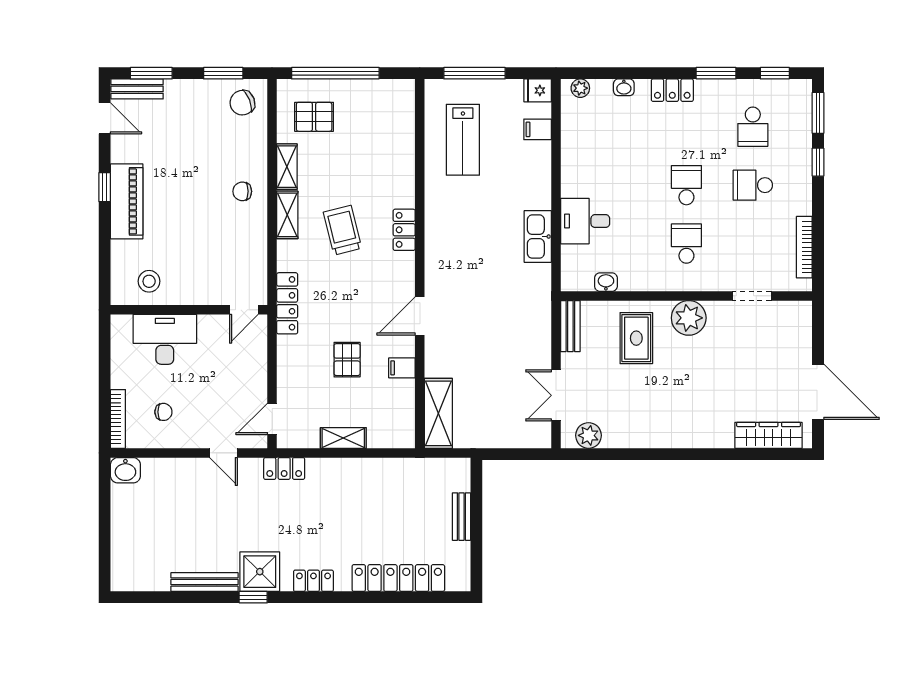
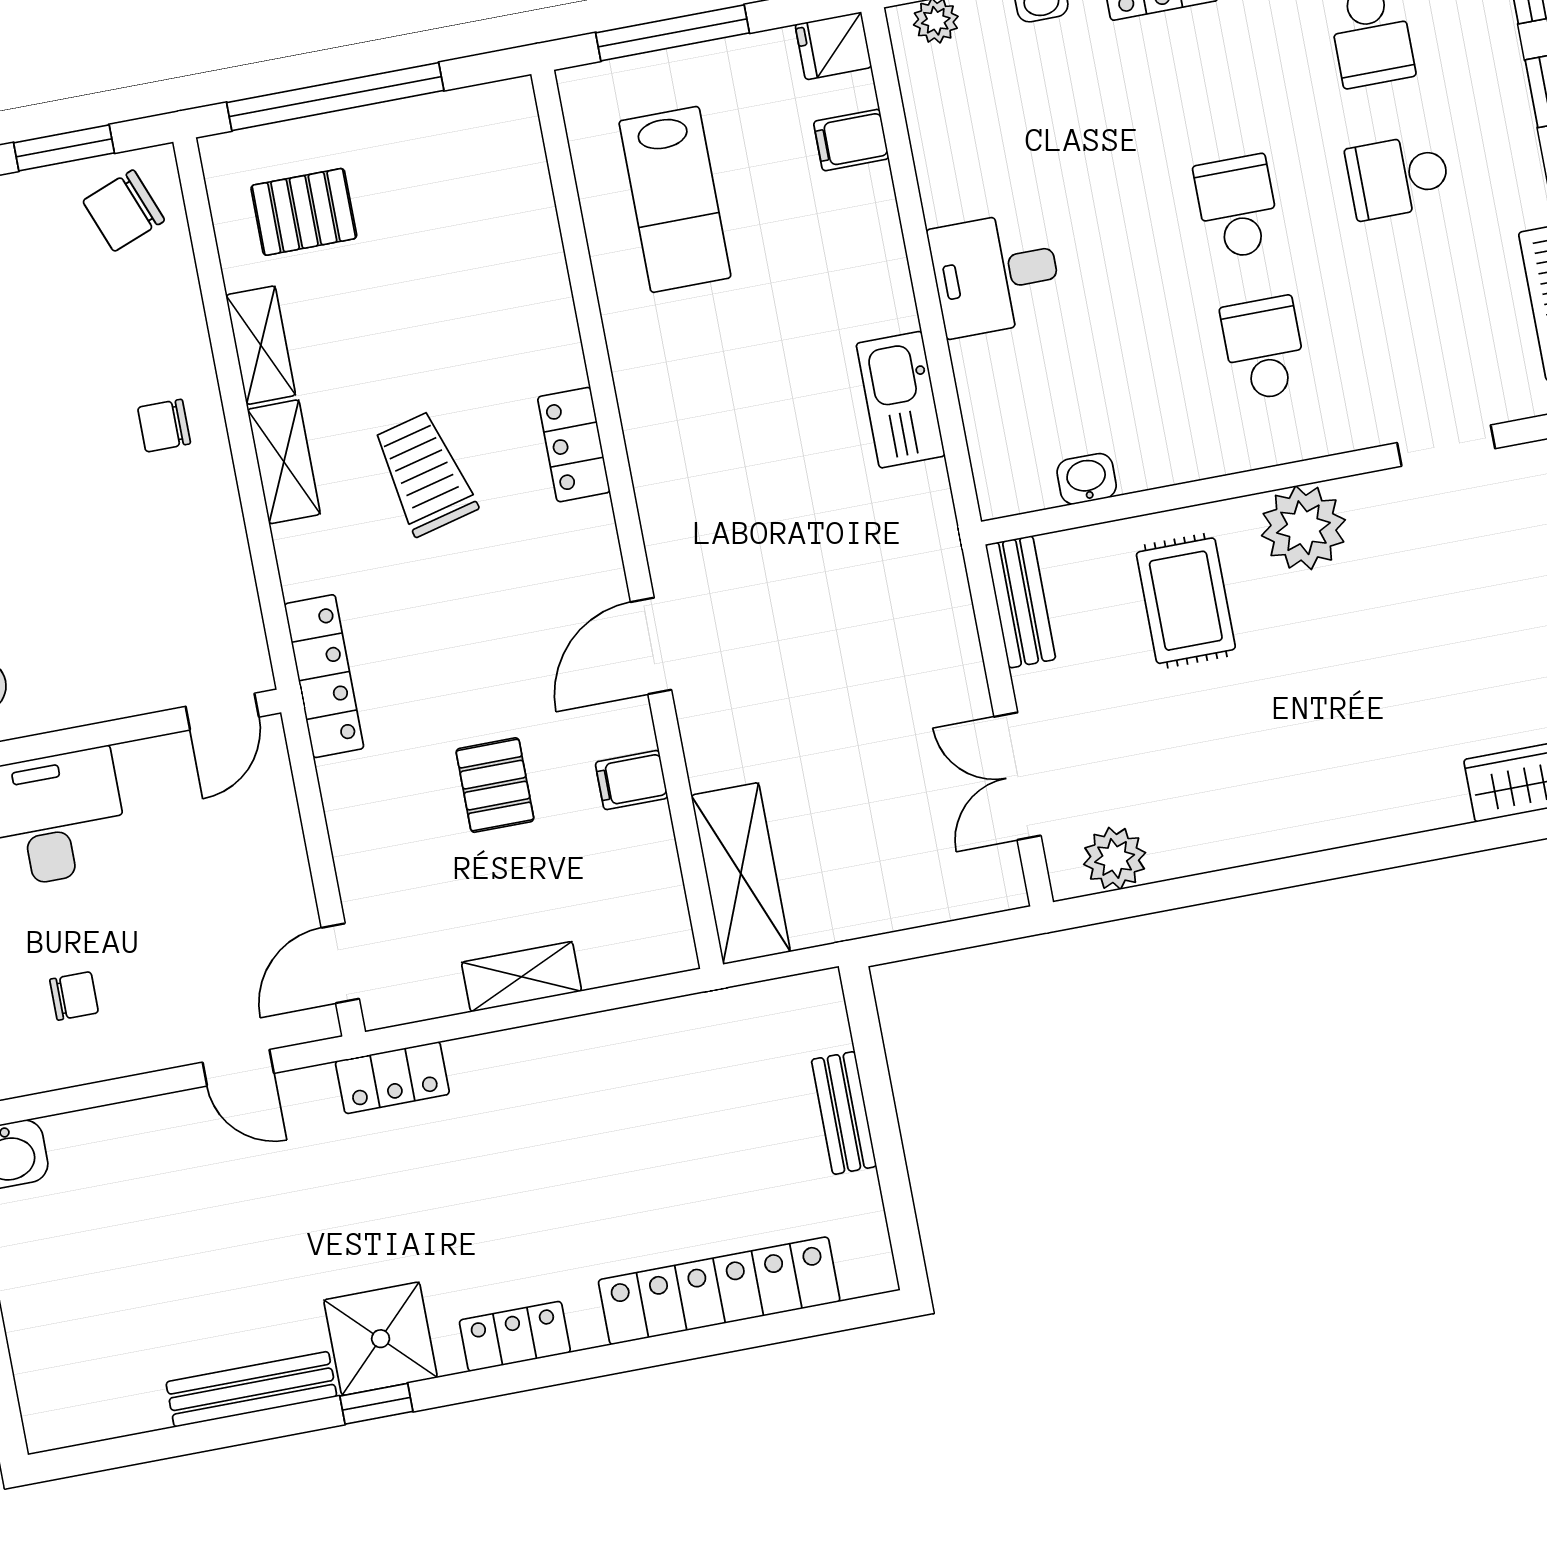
desk: (585, 221) -> (996, 274), moved

